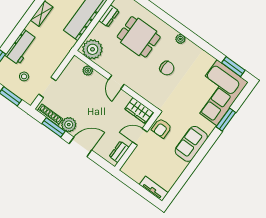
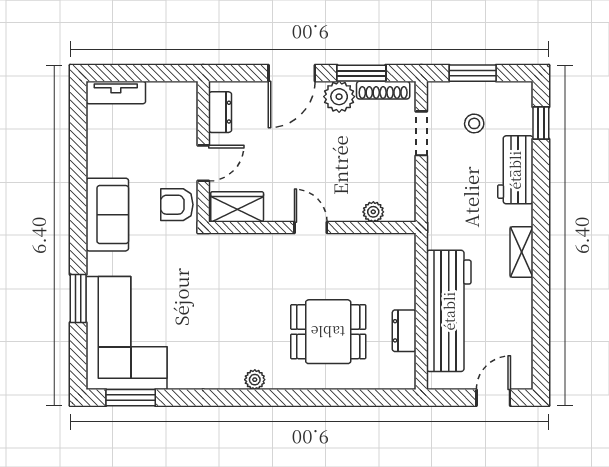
plant: (92, 49) -> (391, 254), removed
chair: (167, 68) -> (242, 313), removed
armchair: (162, 128) -> (177, 205), turned -90

